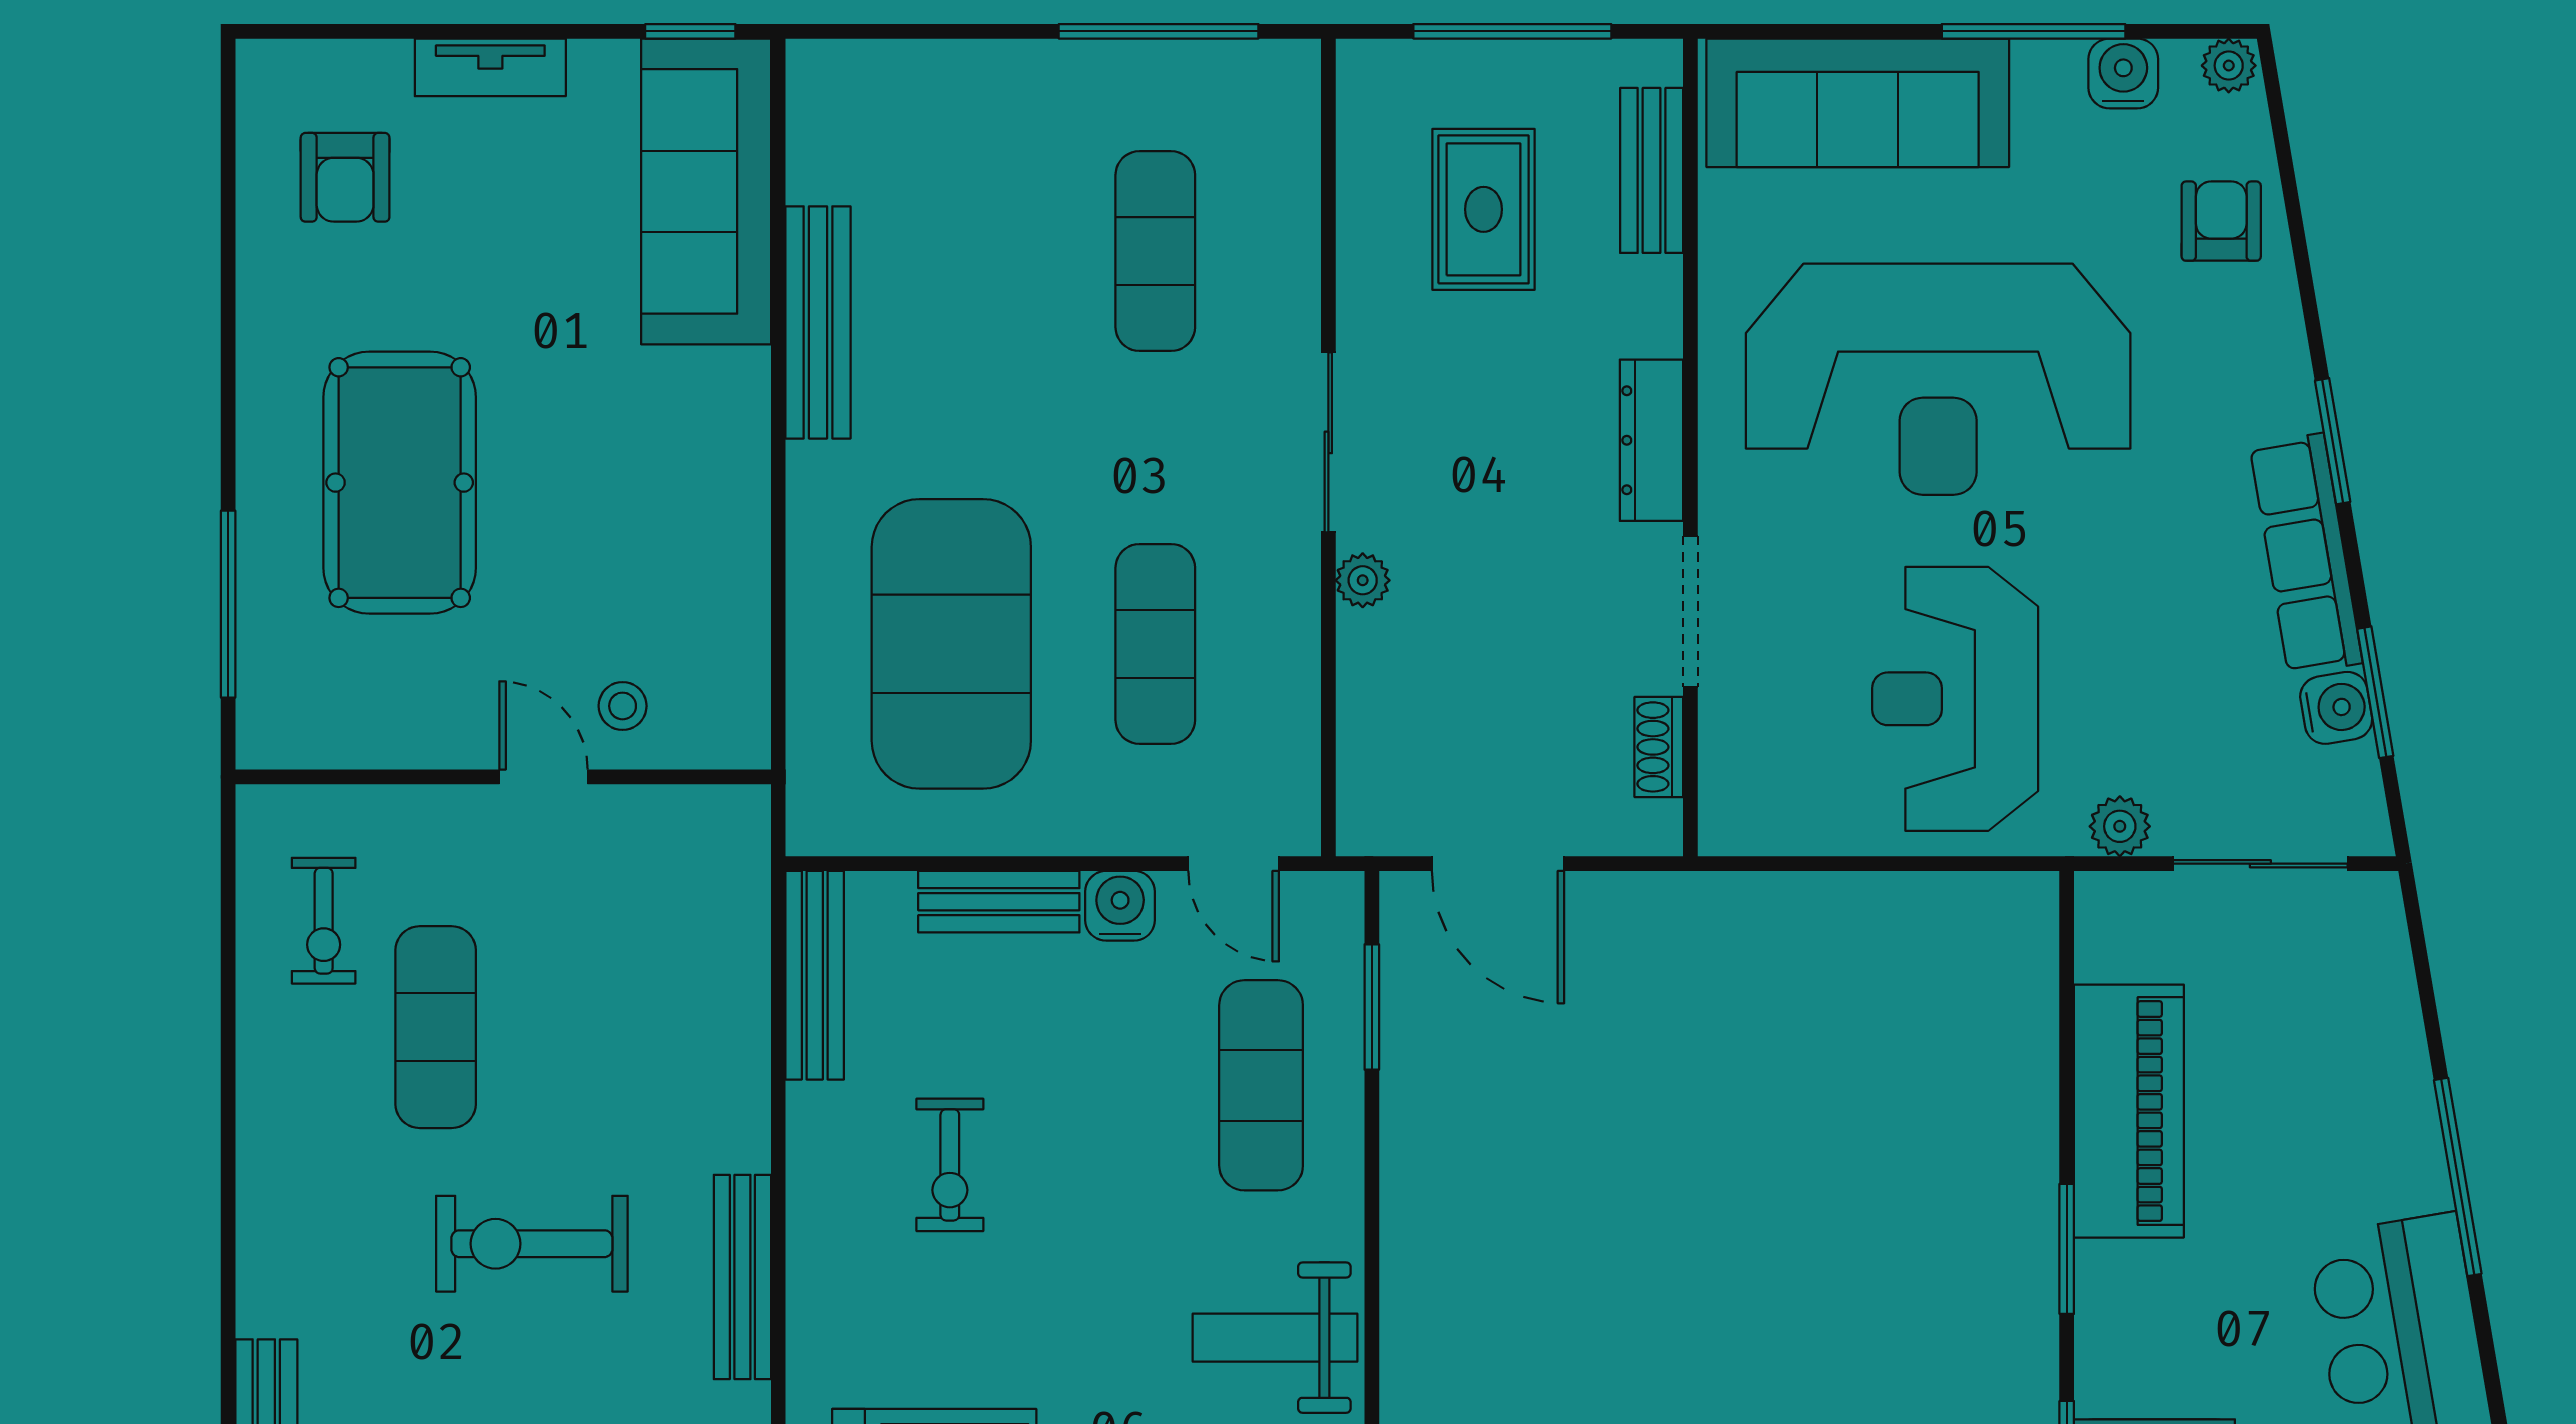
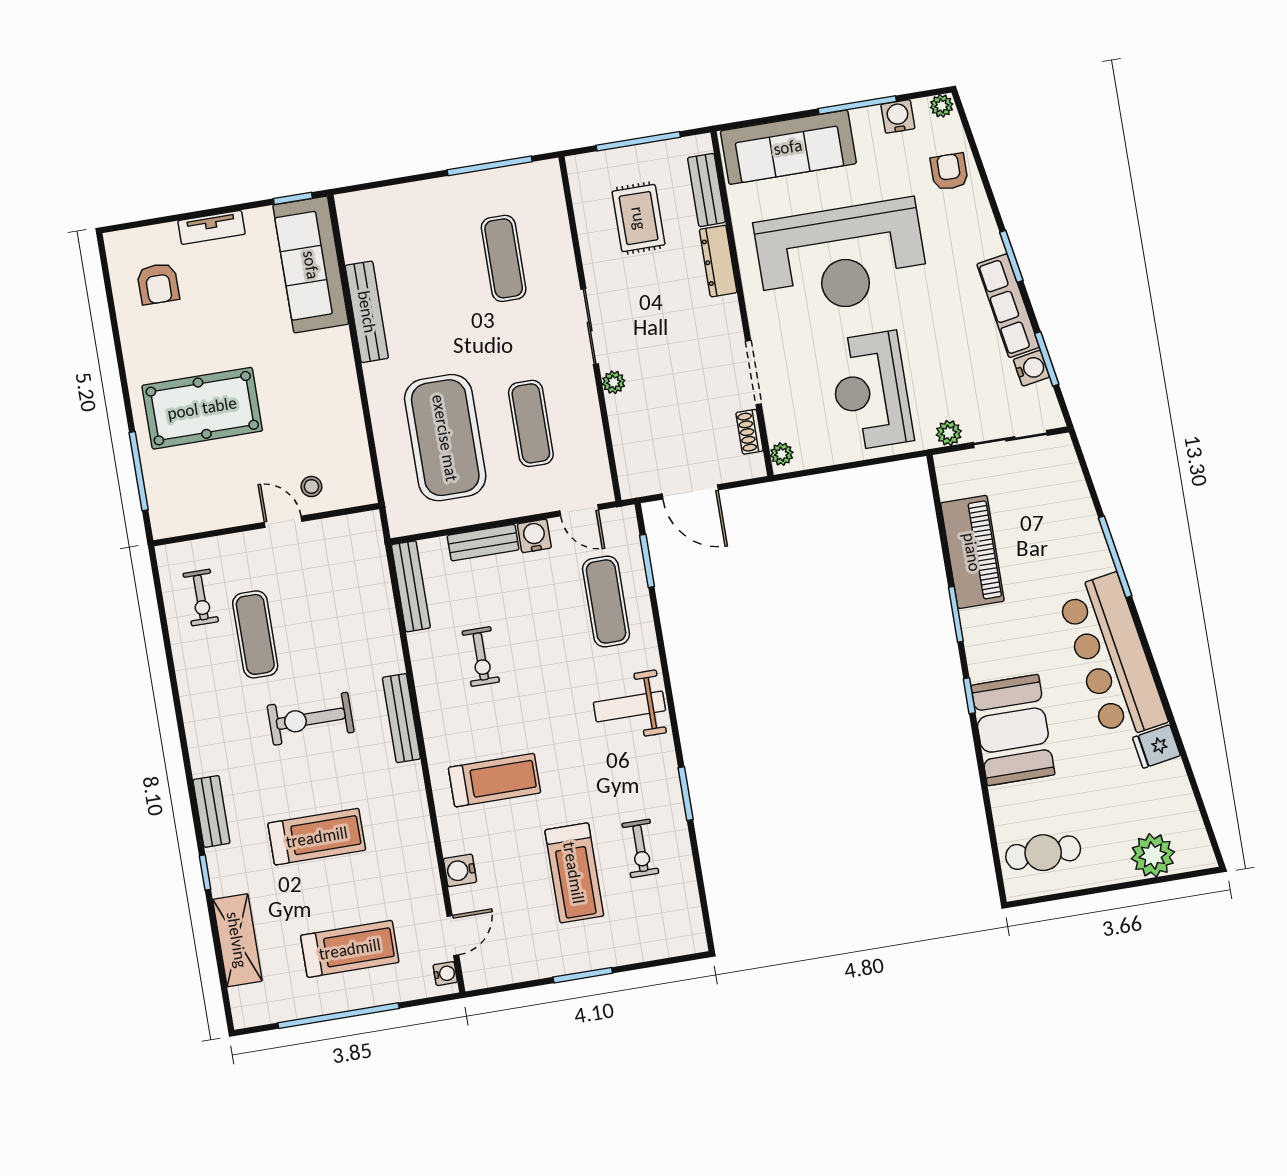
dresser: (1651, 440) -> (718, 261), moved
pool table: (400, 483) -> (202, 408), turned 90
plant: (1725, 811) -> (782, 454), added

